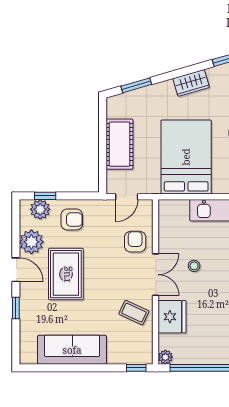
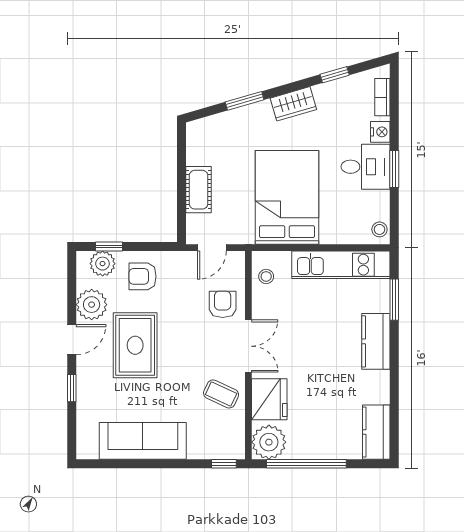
window: (136, 85) -> (245, 101), moved
cot: (119, 144) -> (199, 190), width x0.73, depth x0.75
armchair: (72, 220) -> (143, 276), turned 180
stool: (194, 266) -> (266, 276), moved
door: (16, 270) -> (72, 340), hinge flipped
plant: (165, 357) -> (269, 442), width x1.88, depth x1.88

